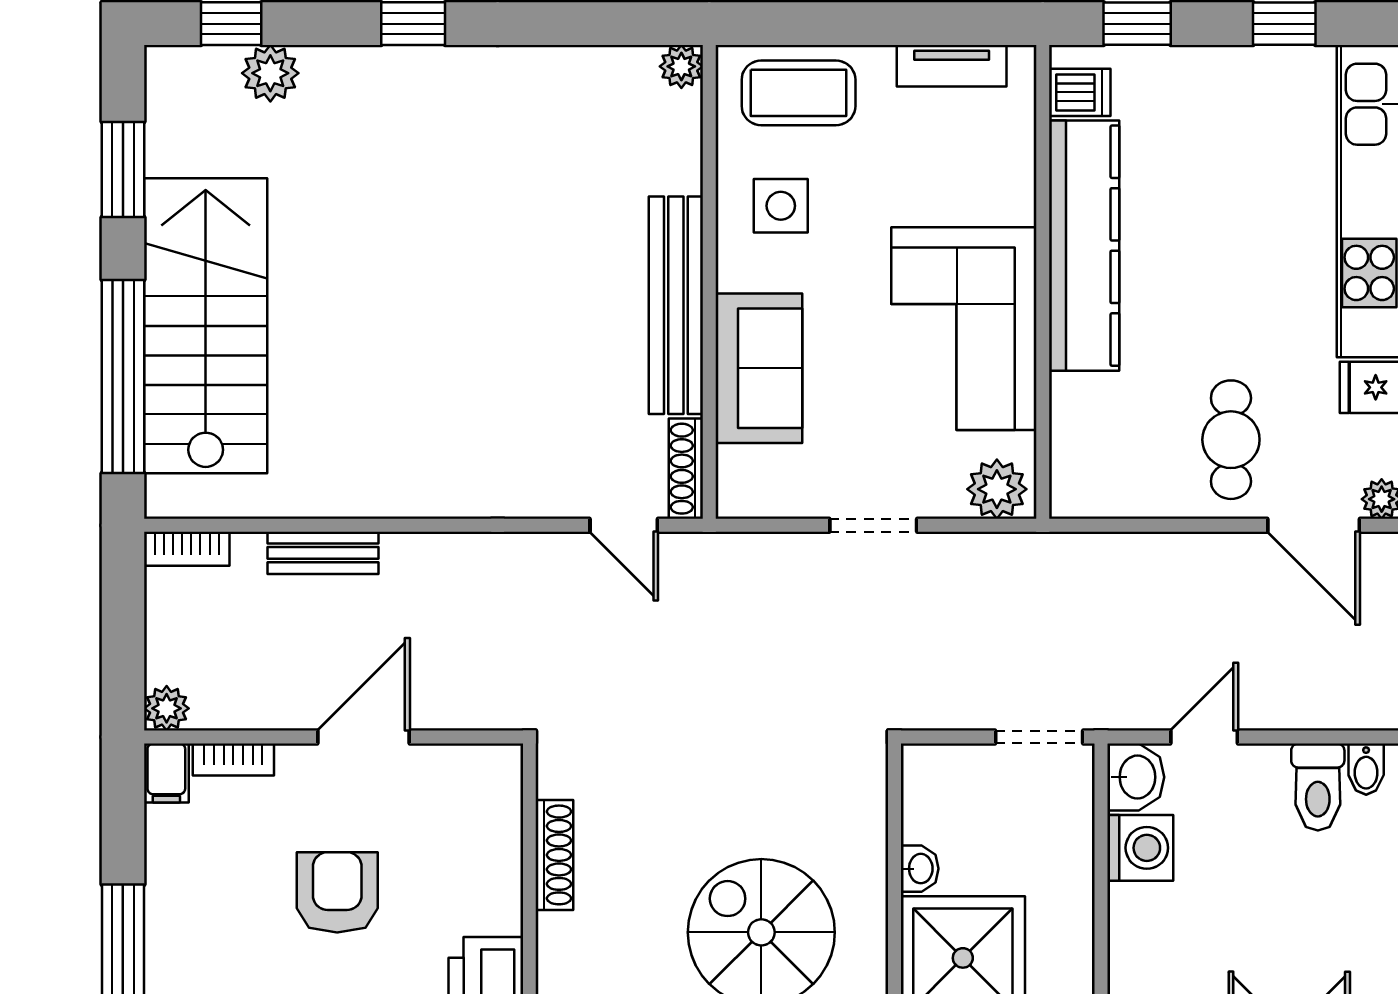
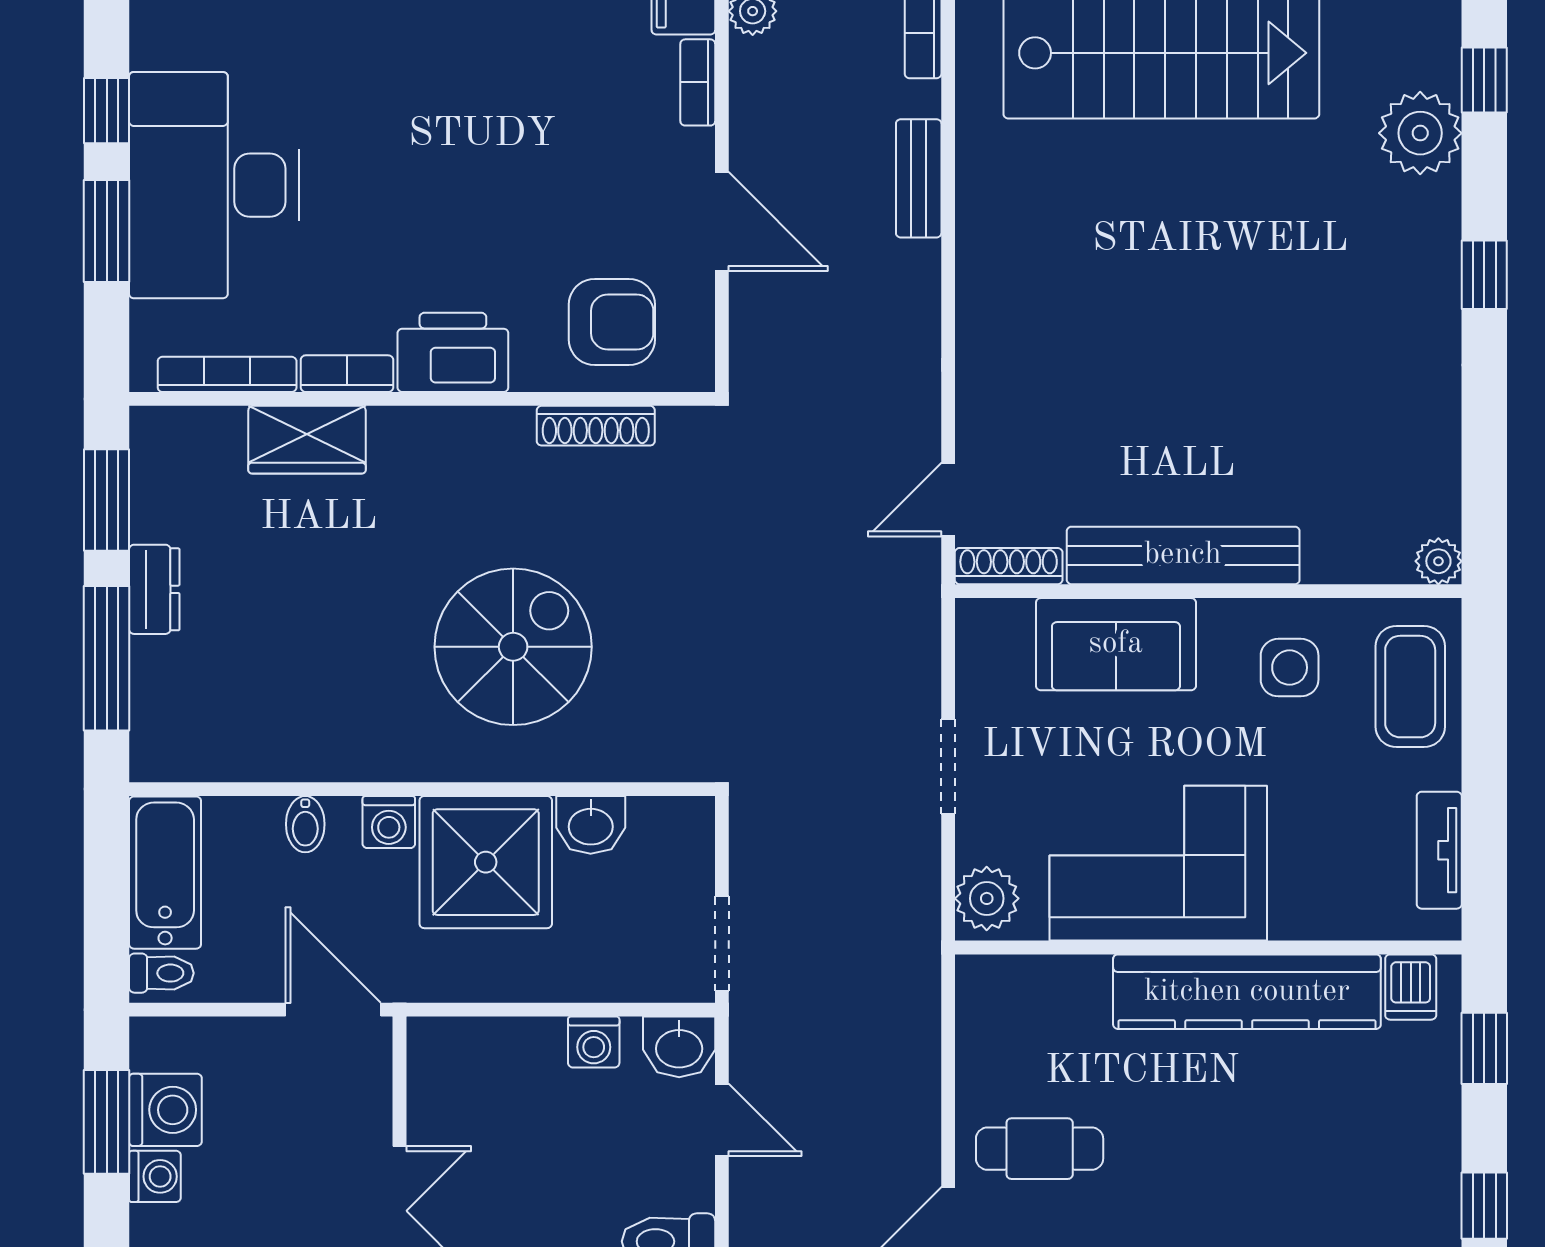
plant: (270, 73) -> (1420, 133), width x1.36, depth x1.36
washing machine: (1140, 848) -> (594, 1042), width x0.73, depth x0.73
washbasin: (920, 869) -> (591, 825), width x1.38, depth x1.45
armchair: (337, 892) -> (612, 322), moved

